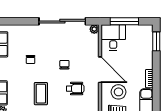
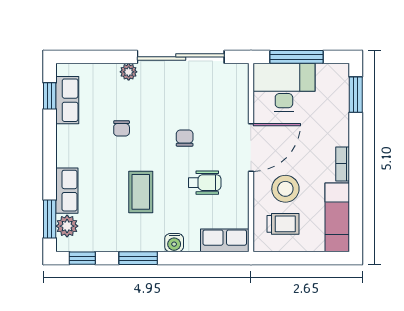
plant: (94, 29) -> (129, 72), moved
desk: (113, 38) -> (284, 88), width x1.37
door: (100, 70) -> (251, 147), hinge flipped

